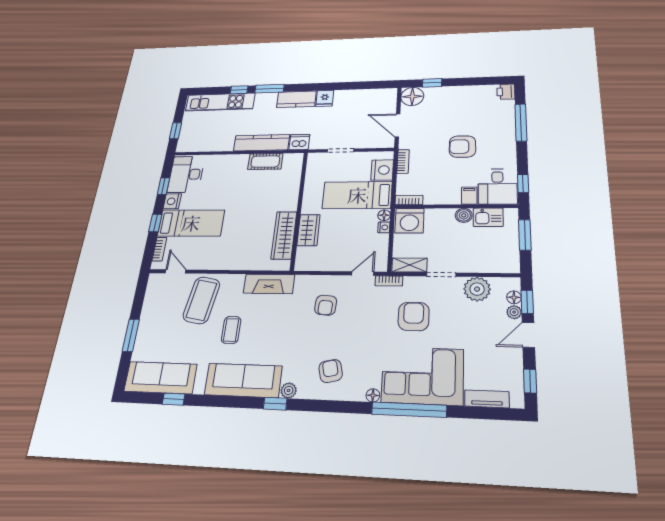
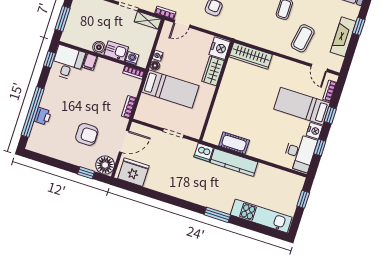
window: (239, 90) -> (243, 223), removed
printer: (506, 92) -> (43, 116), moved
fridge: (325, 98) -> (133, 172), moved, width x1.88, depth x1.34
kitchen counter: (296, 99) -> (197, 196), removed
window: (521, 122) -> (33, 112), width x1.46
door: (397, 125) -> (124, 141), hinge flipped
armchair: (462, 147) -> (87, 134), moved
nightstand: (382, 170) -> (220, 48), moved, turned 180
kitchen sink: (488, 217) -> (116, 51), moved
washing machine: (409, 221) -> (132, 58), width x0.53, depth x0.53
wardrobe: (284, 235) -> (251, 56), moved, turned 90
fireplace: (269, 284) -> (343, 37), moved, turned -90
coffee table: (201, 300) -> (303, 38), width x0.73, depth x0.76
window: (131, 335) -> (359, 26), width x0.67

